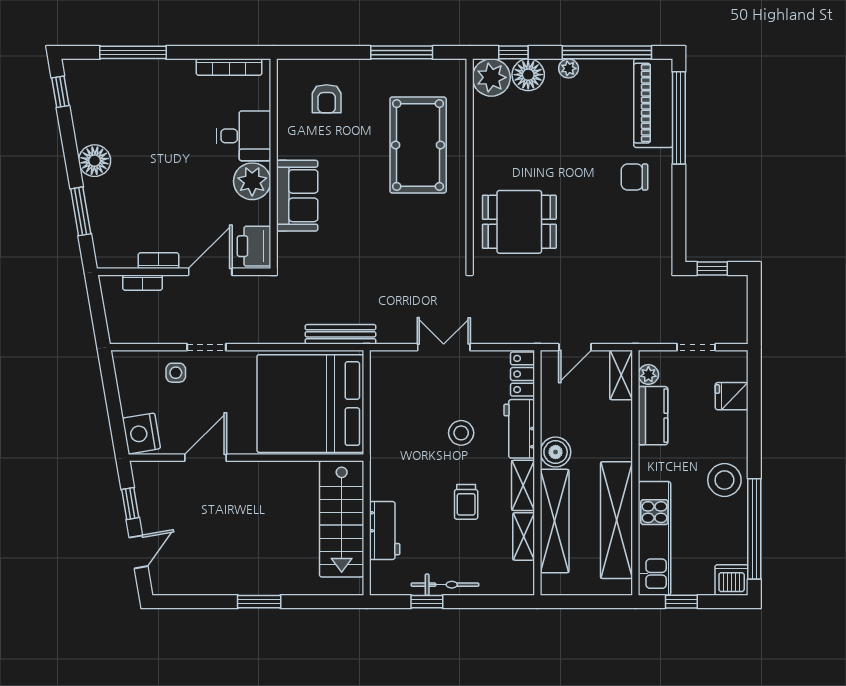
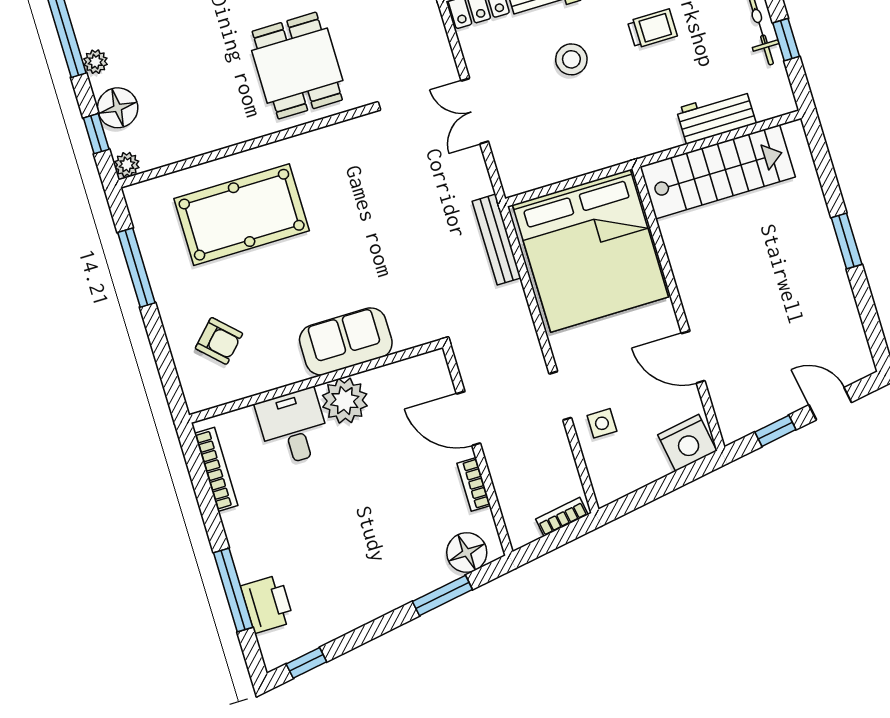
plant: (491, 77) -> (127, 165), width x0.53, depth x0.53
armchair: (327, 99) -> (219, 341), turned 44
floor lamp: (95, 161) -> (467, 553), moved
printer: (254, 246) -> (267, 604), moved, turned -90
bookcase: (143, 283) -> (562, 517), moved, turned -100

